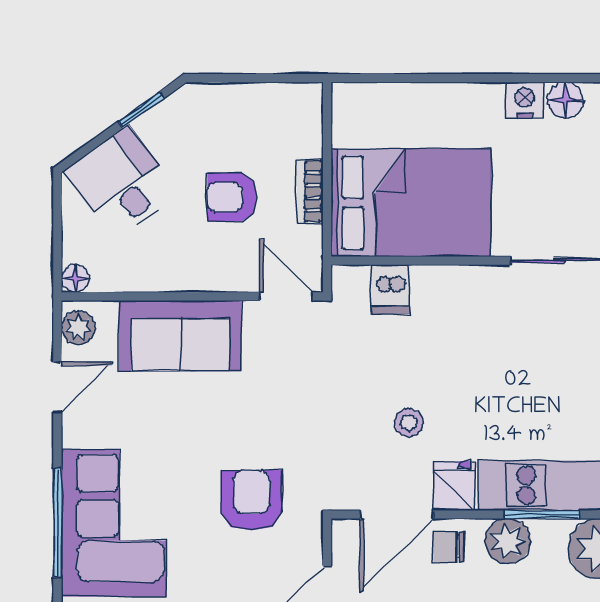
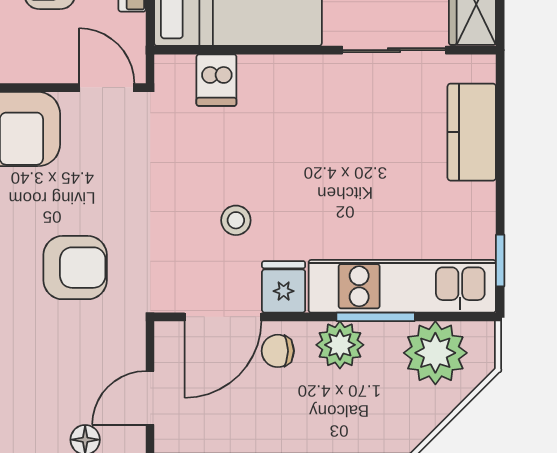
armchair: (252, 500) -> (75, 268), moved, turned 90

